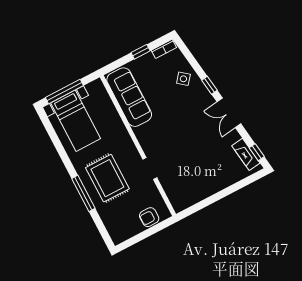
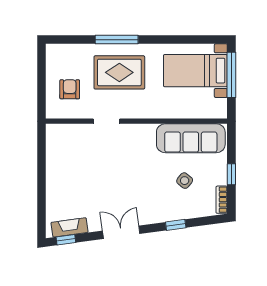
side table: (183, 79) -> (185, 181), moved
window: (209, 85) -> (176, 225), moved
armchair: (149, 217) -> (70, 89), moved

